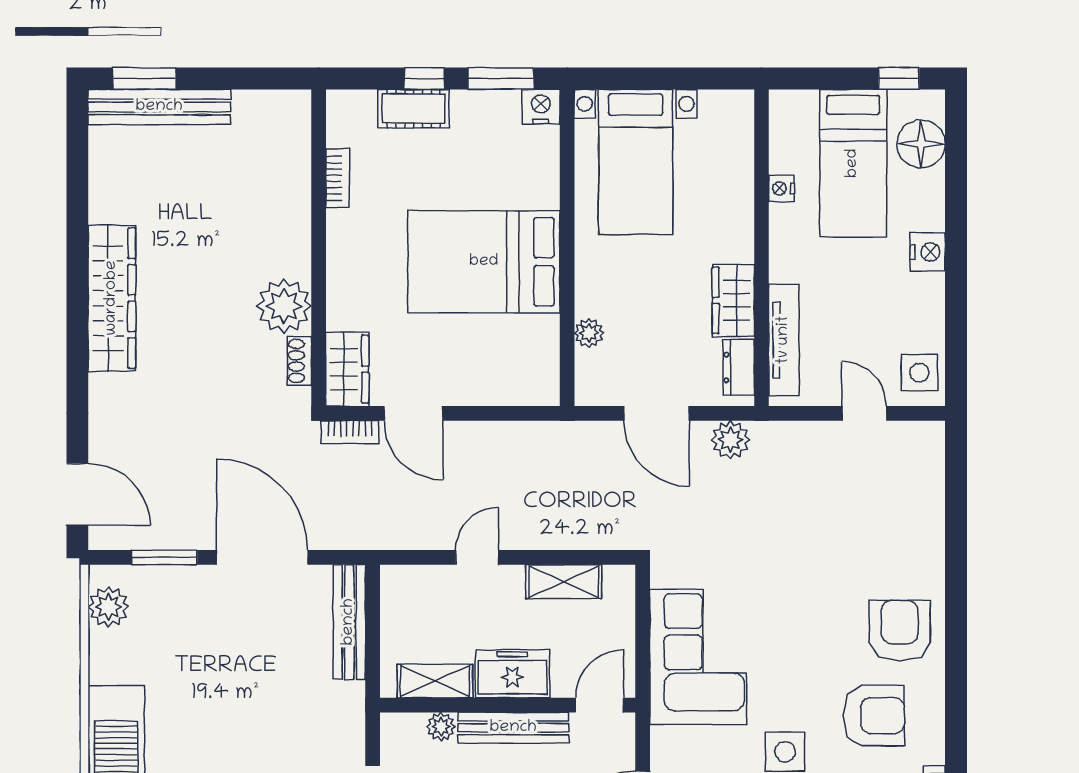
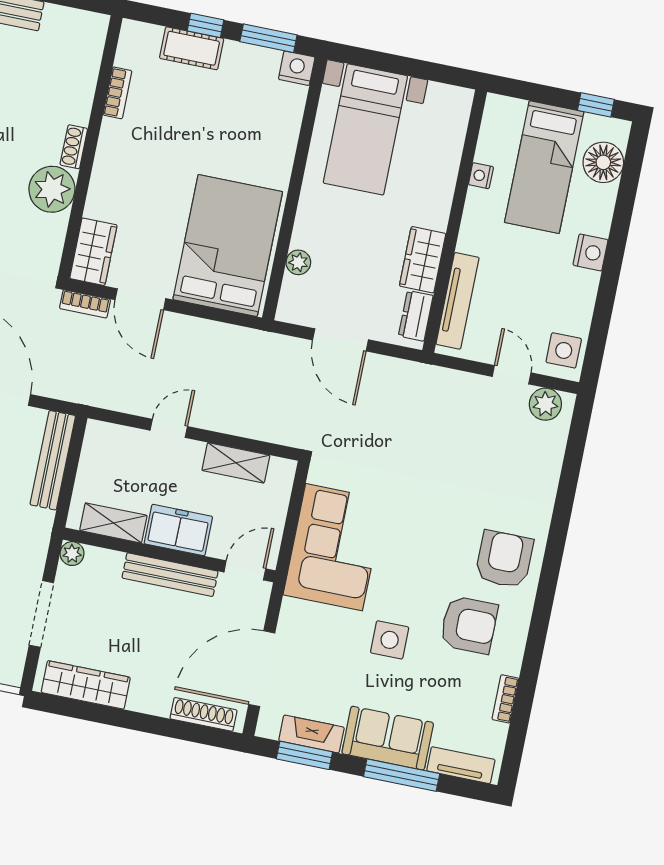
bed: (484, 262) -> (228, 246), moved, turned 90
shoe rack: (299, 361) -> (74, 147), moved
plant: (730, 440) -> (545, 404), moved
plant: (441, 726) -> (72, 554), moved

